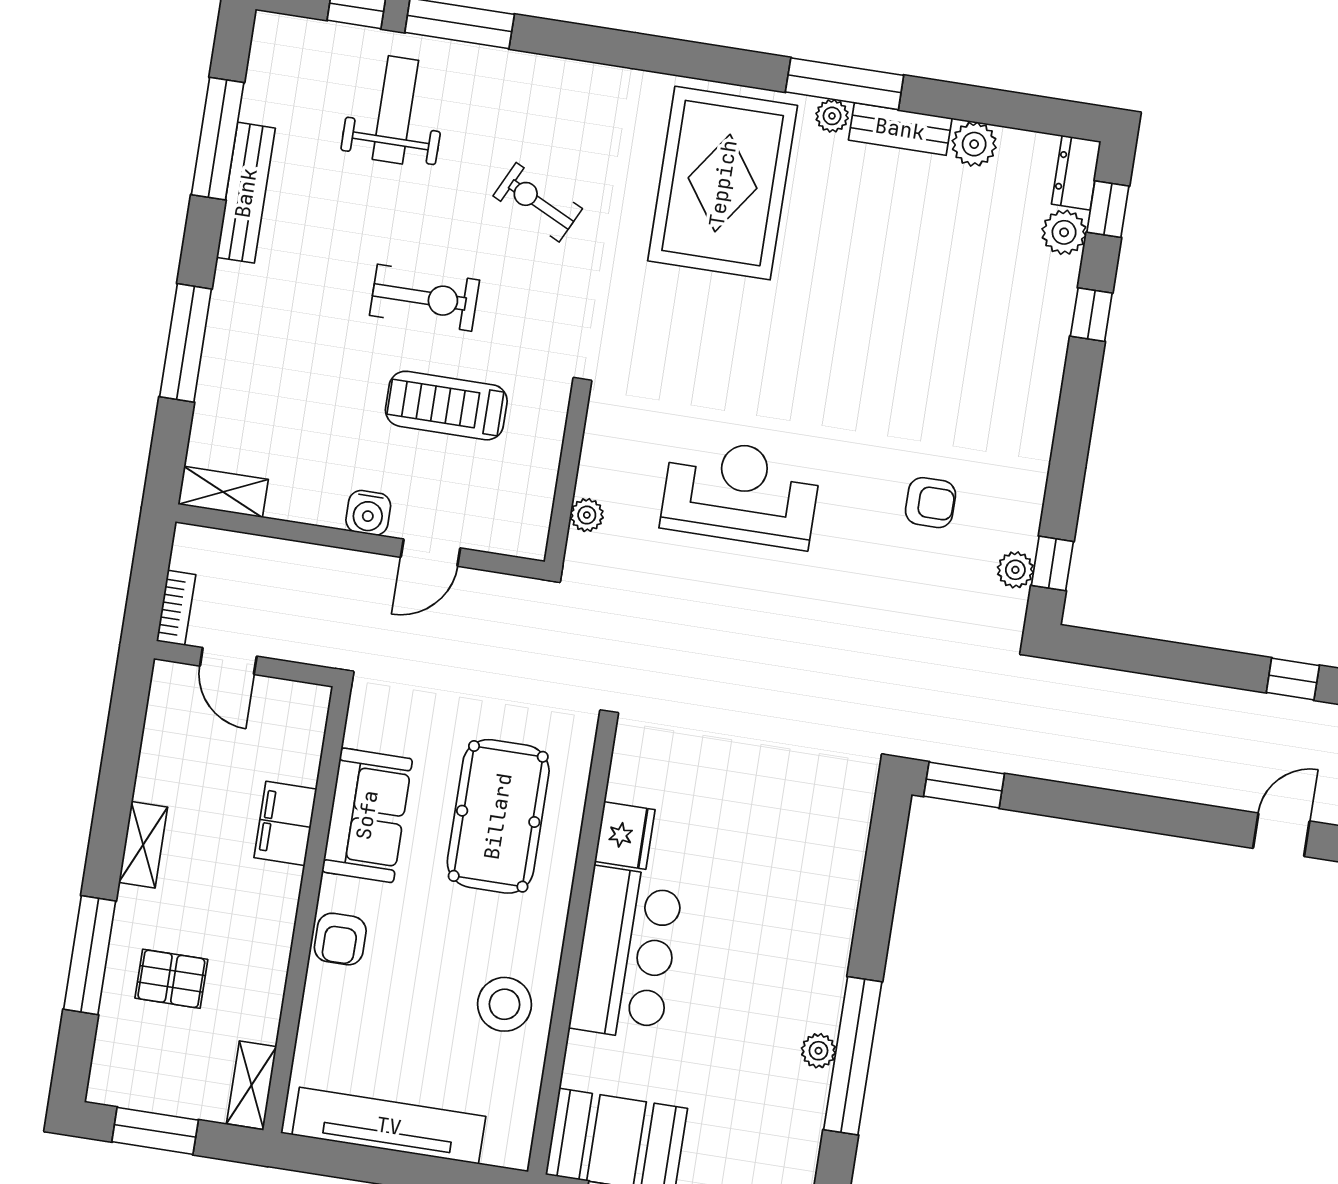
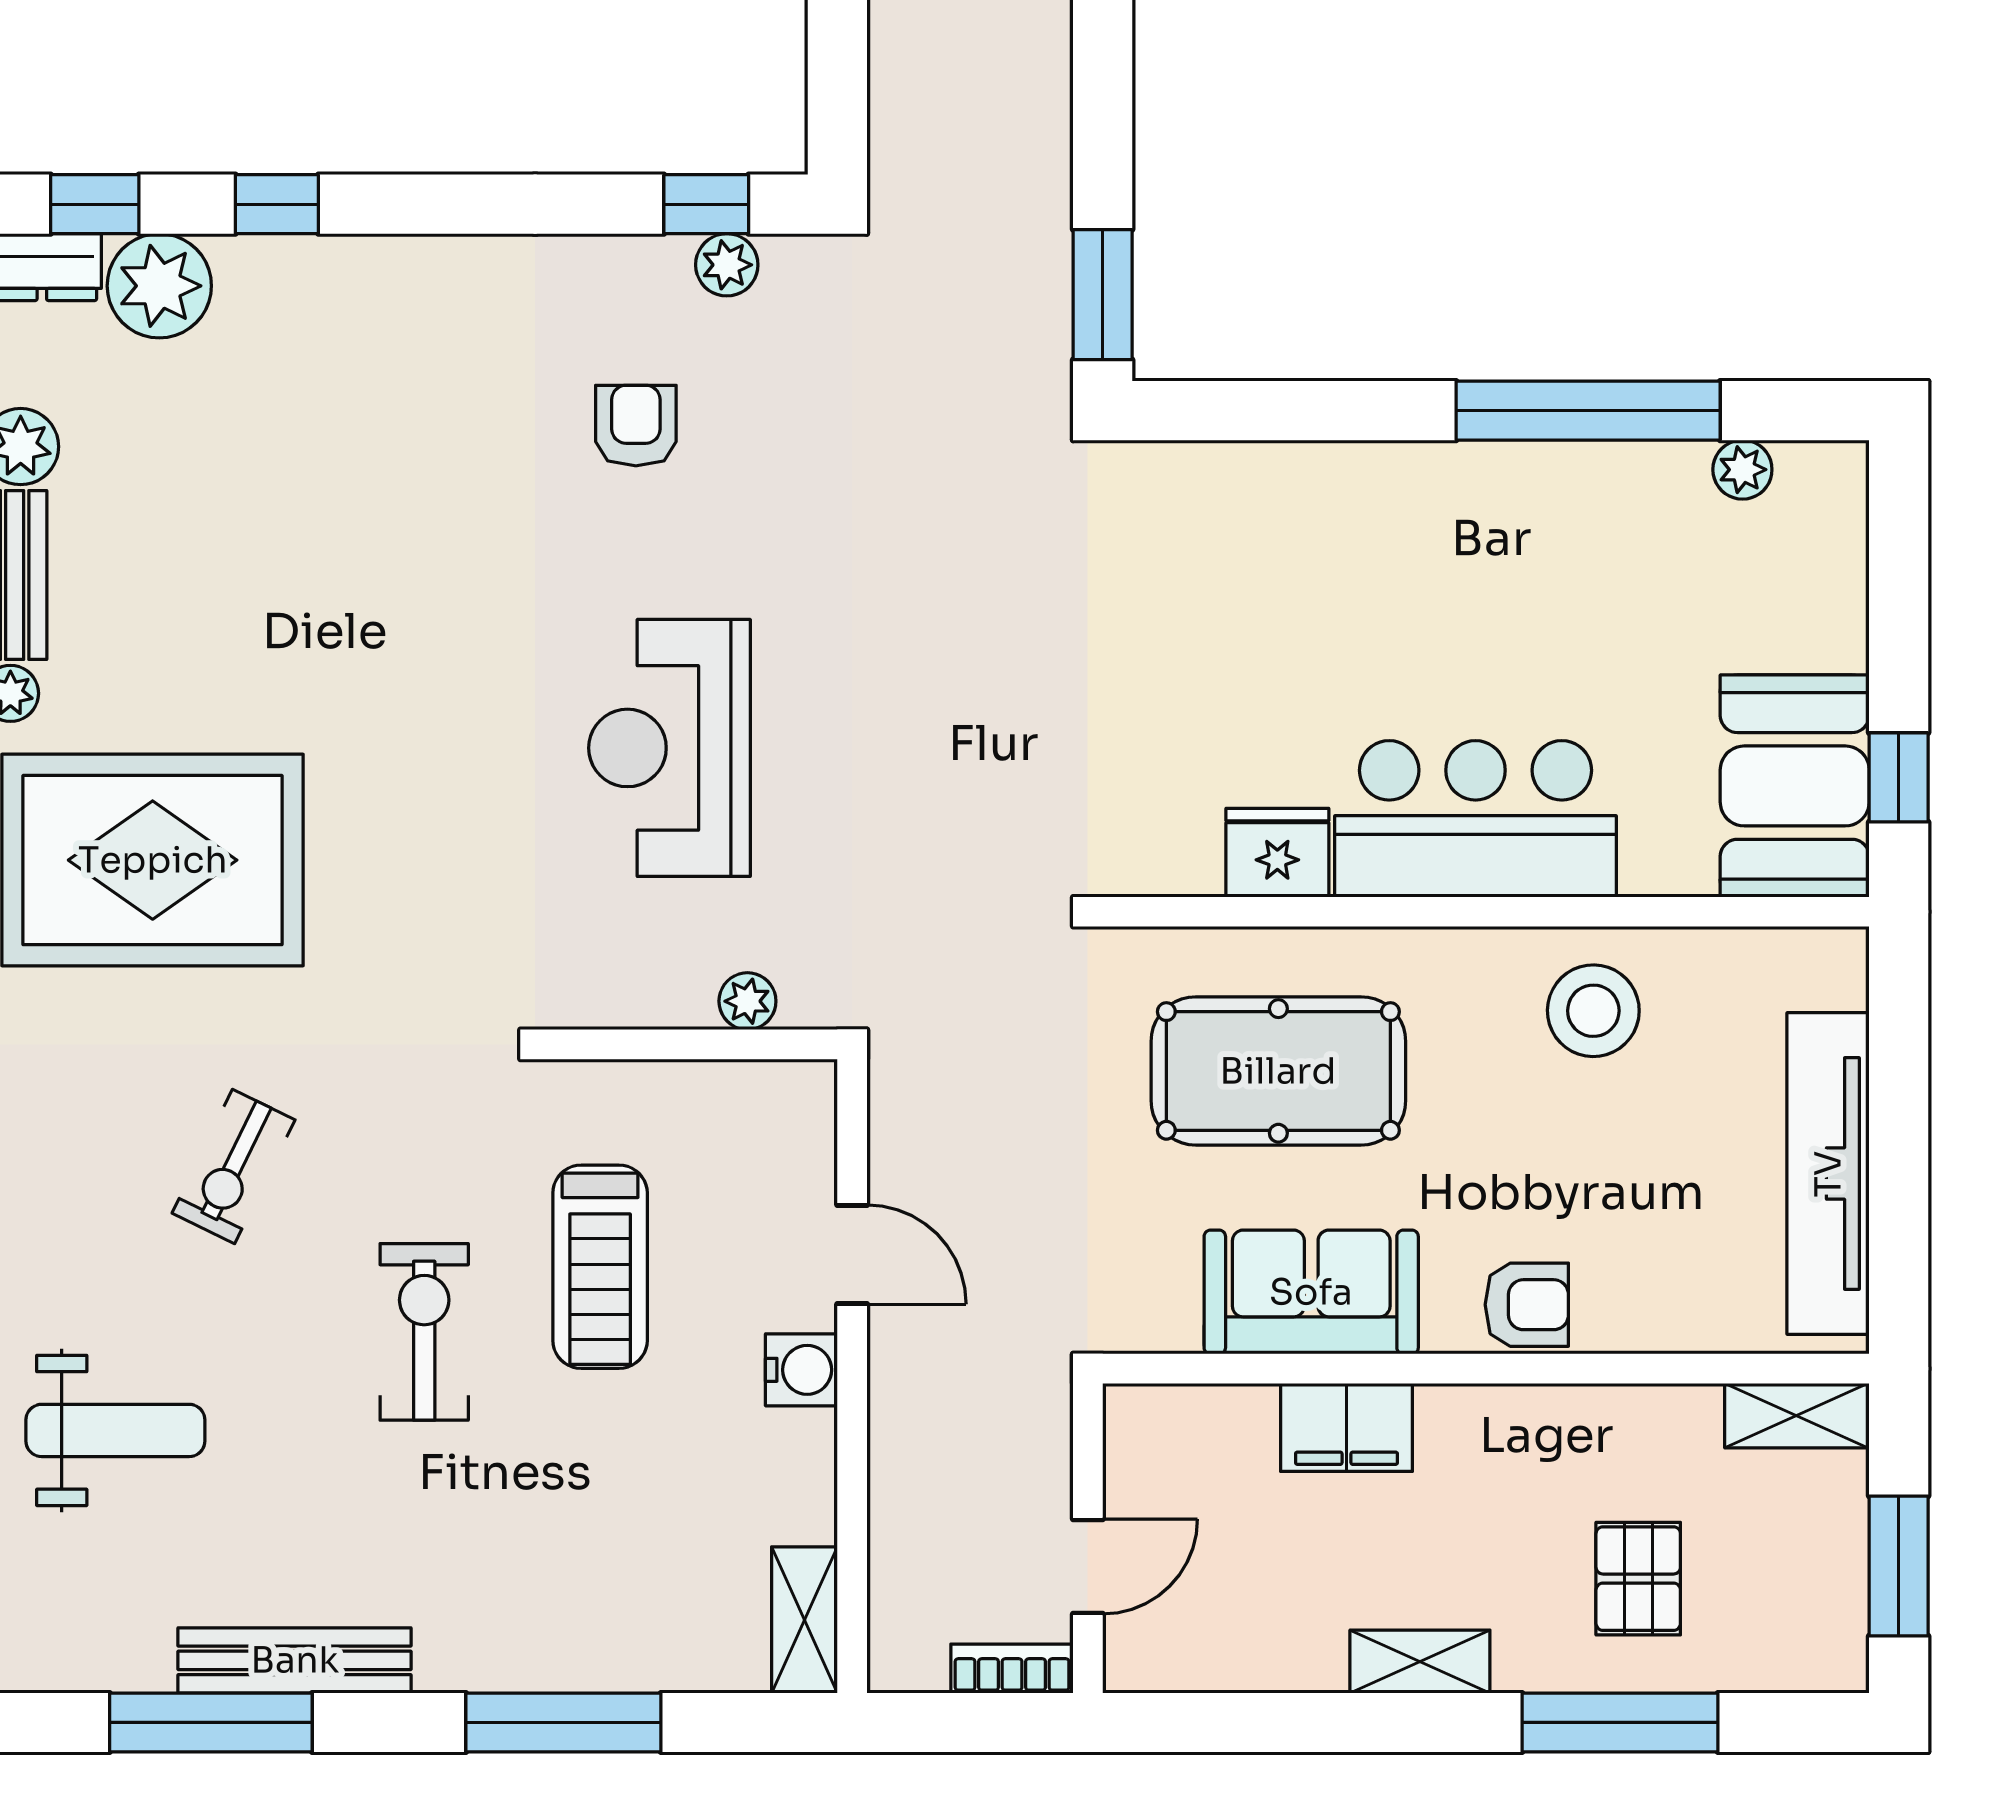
weight bench: (395, 110) -> (115, 1430), turned 180
plant: (1064, 232) -> (159, 286), width x1.36, depth x1.36
plant: (818, 1051) -> (1742, 470), moved

